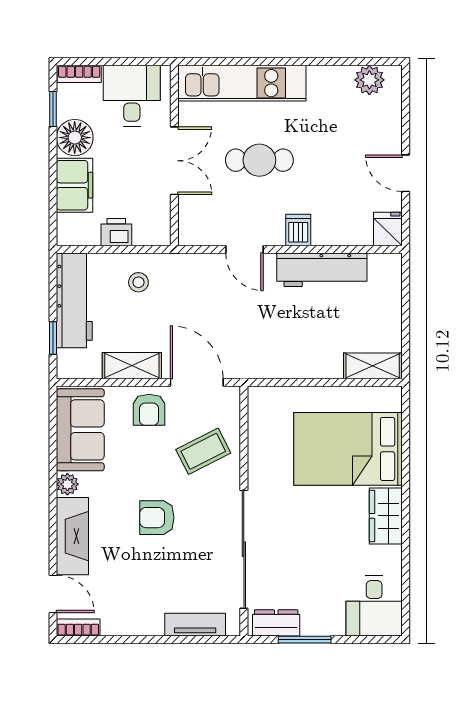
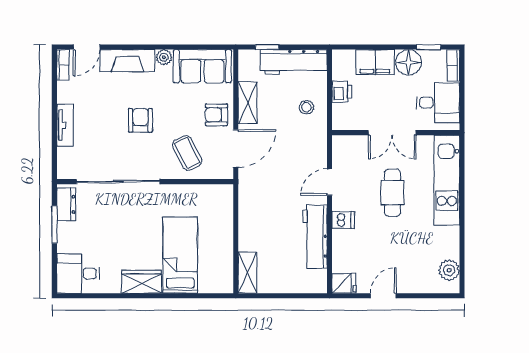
bed: (348, 449) -> (180, 255), width x0.67
tv unit: (195, 625) -> (65, 125), moved

